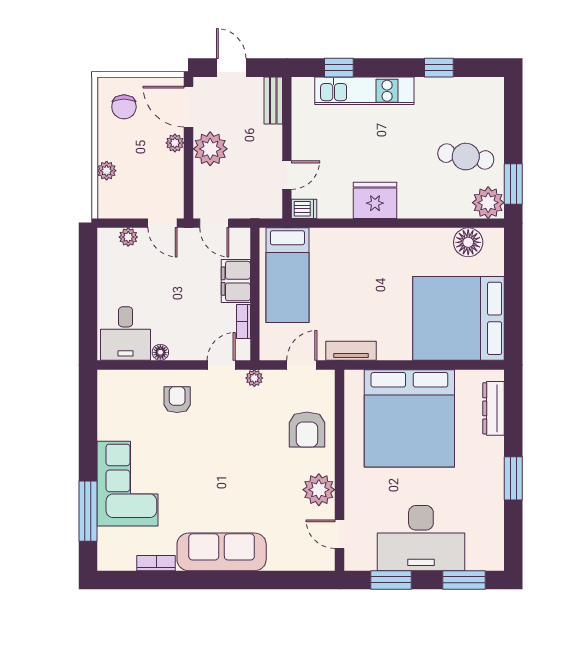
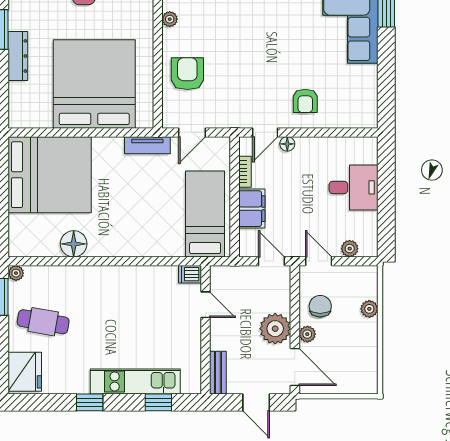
window: (439, 68) -> (90, 402), moved
chair: (124, 107) -> (320, 306), moved
door: (287, 175) -> (206, 305), swing flipped
fridge: (375, 200) -> (25, 372), moved, turned -90
plant: (488, 203) -> (16, 273), width x0.53, depth x0.53
floor lamp: (468, 242) -> (74, 244), moved
desk: (126, 333) -> (354, 187), moved, turned 90
floor lamp: (160, 352) -> (287, 144), moved
plant: (254, 378) -> (235, 121), removed
dresser: (494, 408) -> (18, 56), moved
plant: (319, 490) -> (170, 19), width x0.53, depth x0.53

